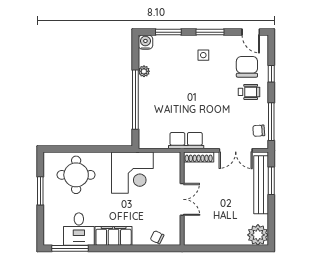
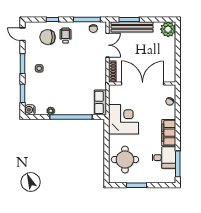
door: (251, 32) -> (23, 34), swing flipped
row of seats: (186, 141) -> (100, 102), moved
double door: (182, 199) -> (143, 83), width x1.87

